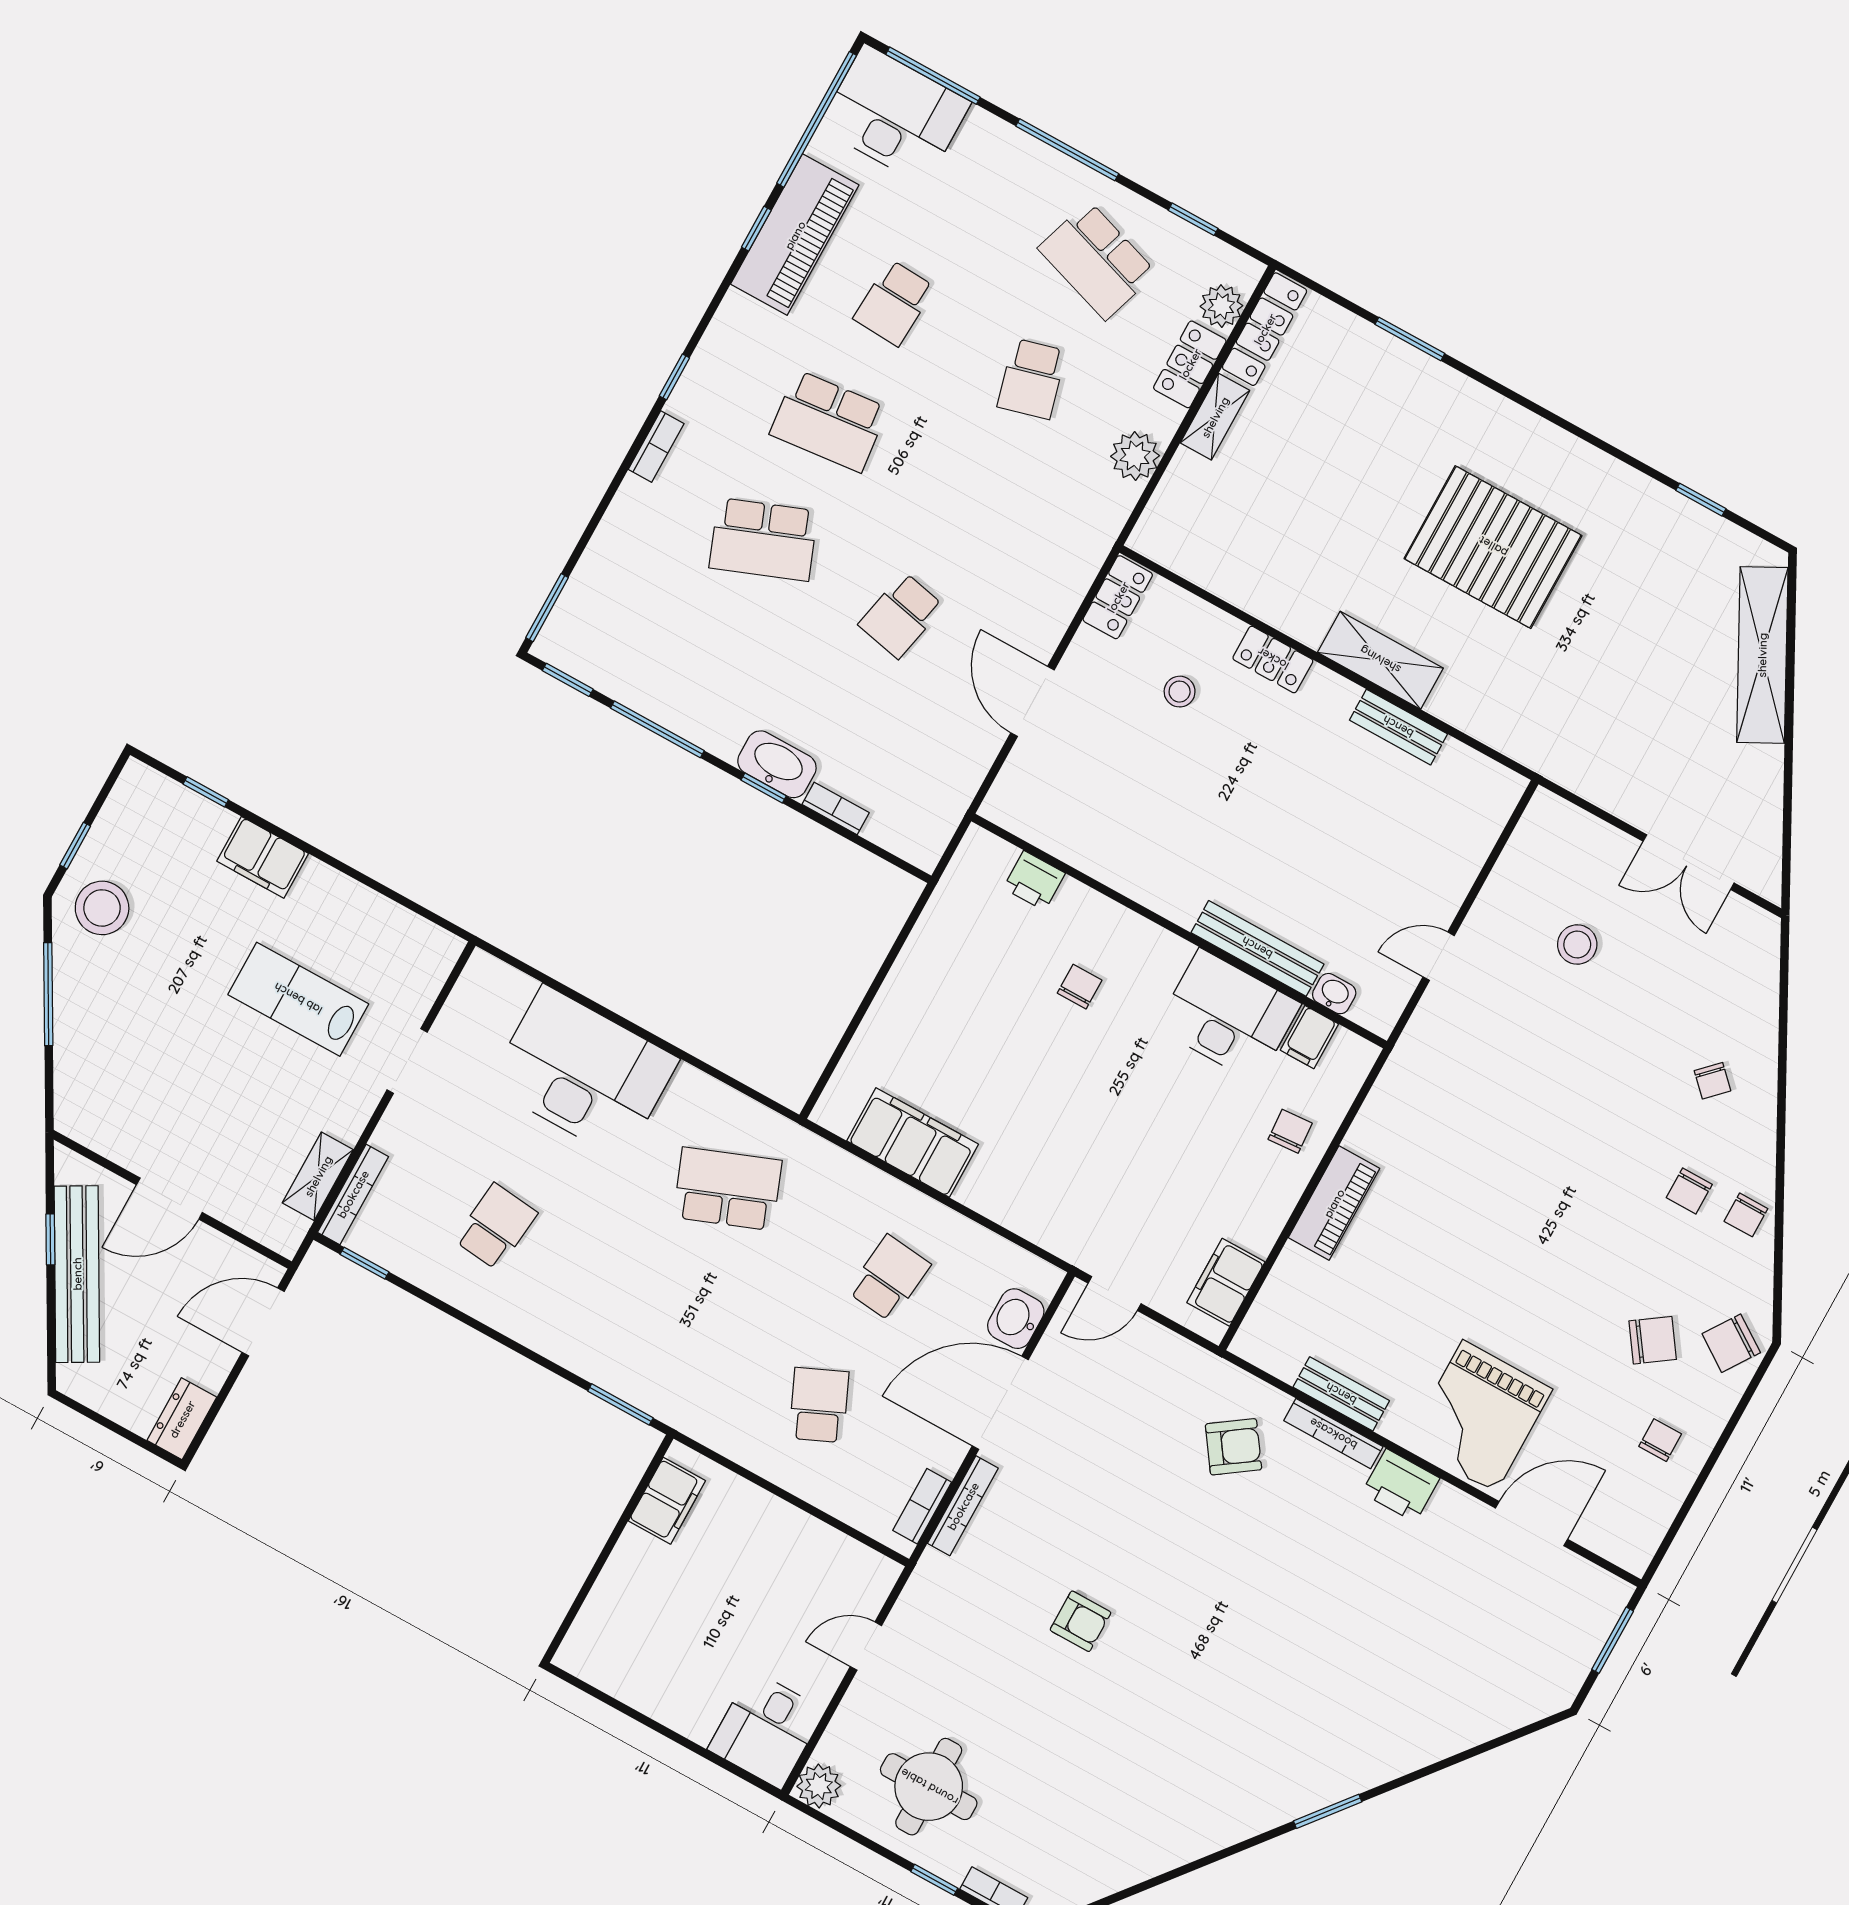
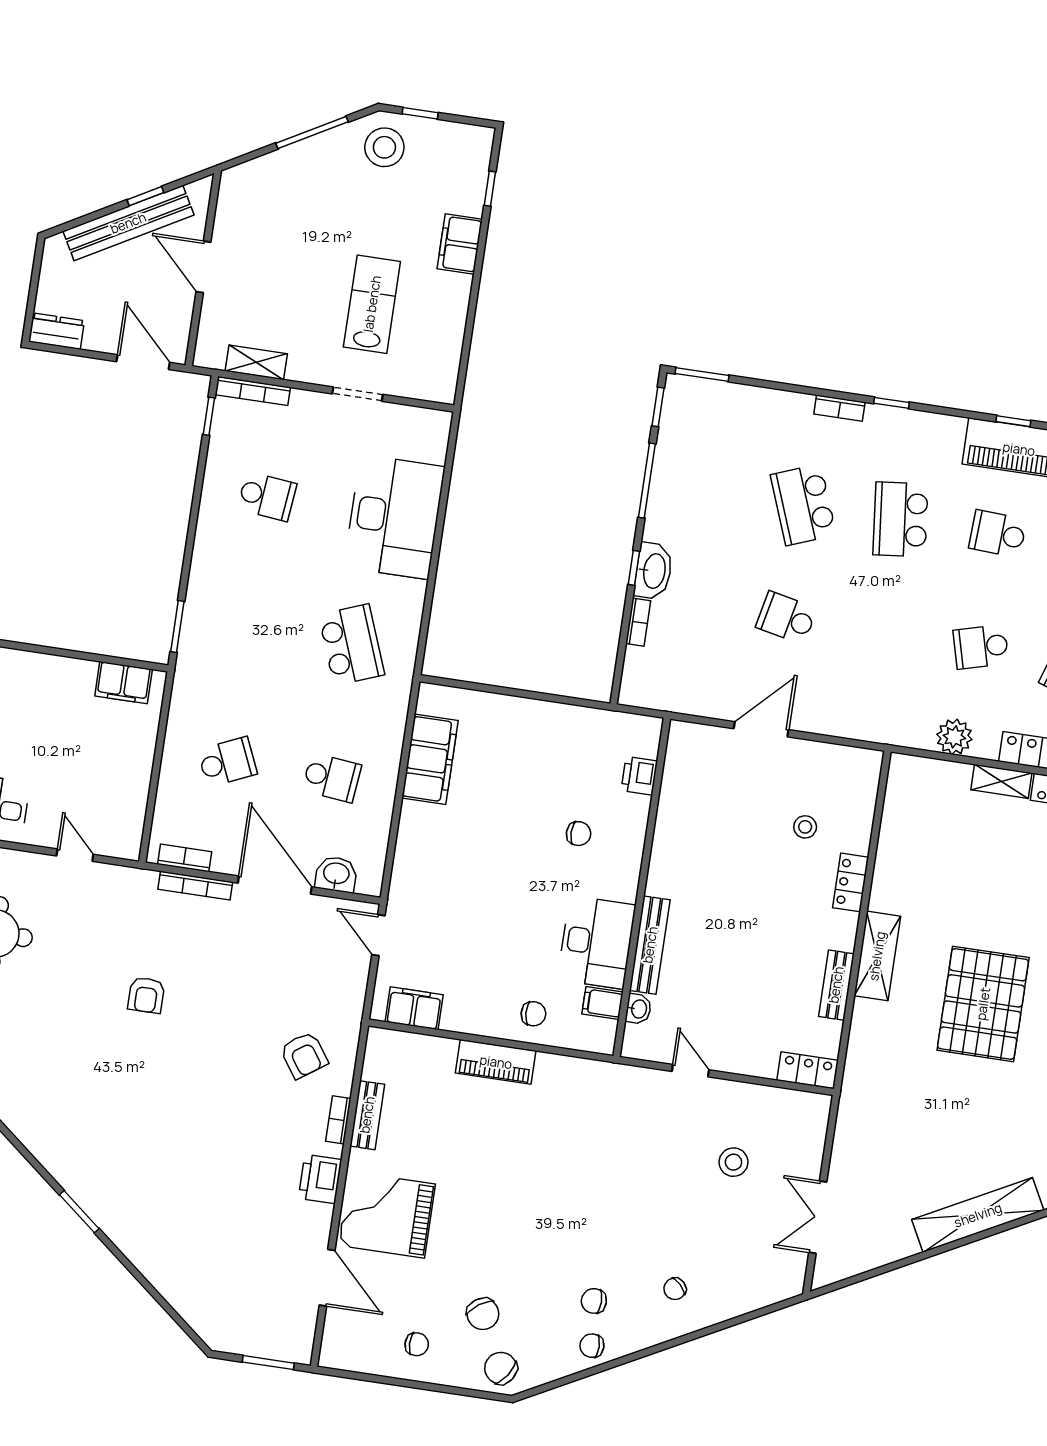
locker: (1118, 597) -> (808, 1070), moved, turned 180
bookcase: (1333, 1434) -> (338, 1120), width x0.64

